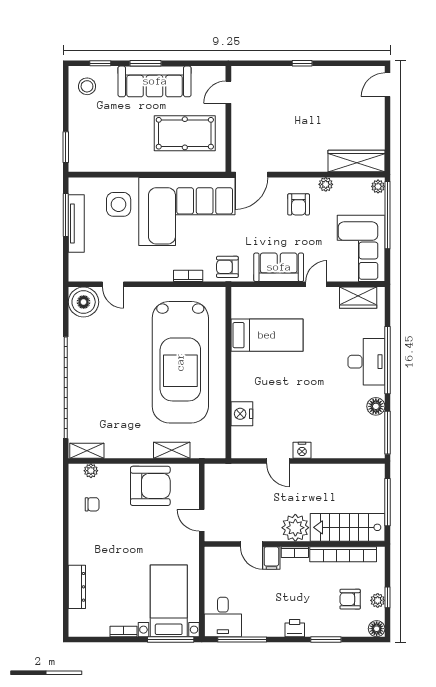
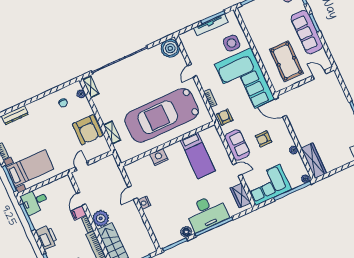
armchair: (299, 204) -> (264, 139), moved
door: (113, 284) -> (192, 71), moved
desk: (366, 362) -> (207, 213), width x1.36, depth x1.30
nightstand: (242, 414) -> (159, 157), moved
printer: (295, 628) -> (47, 237), width x1.87, depth x1.48

